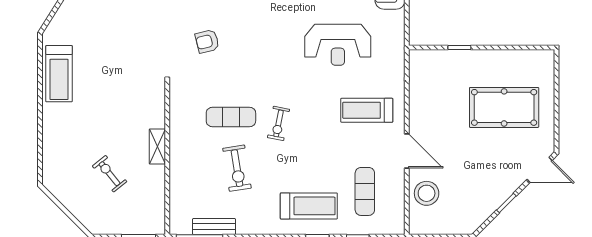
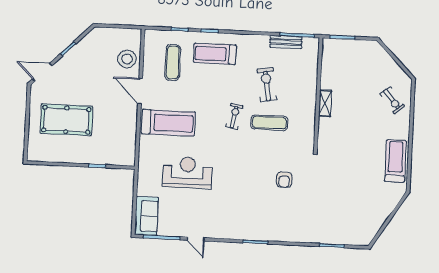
armchair: (207, 41) -> (284, 180), turned 104
treadmill: (367, 110) -> (168, 123), width x1.37, depth x1.38
exercise bike: (110, 174) -> (392, 100), moved

